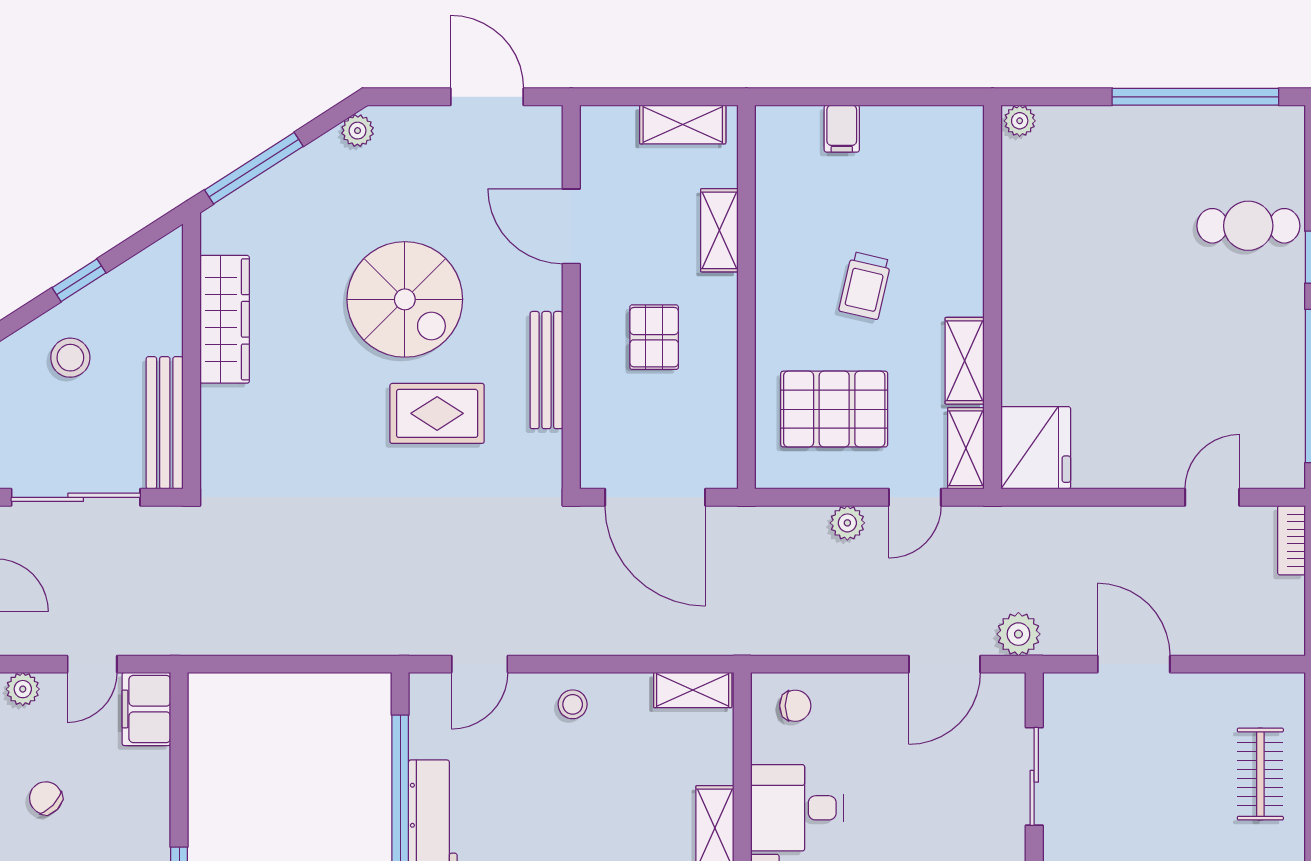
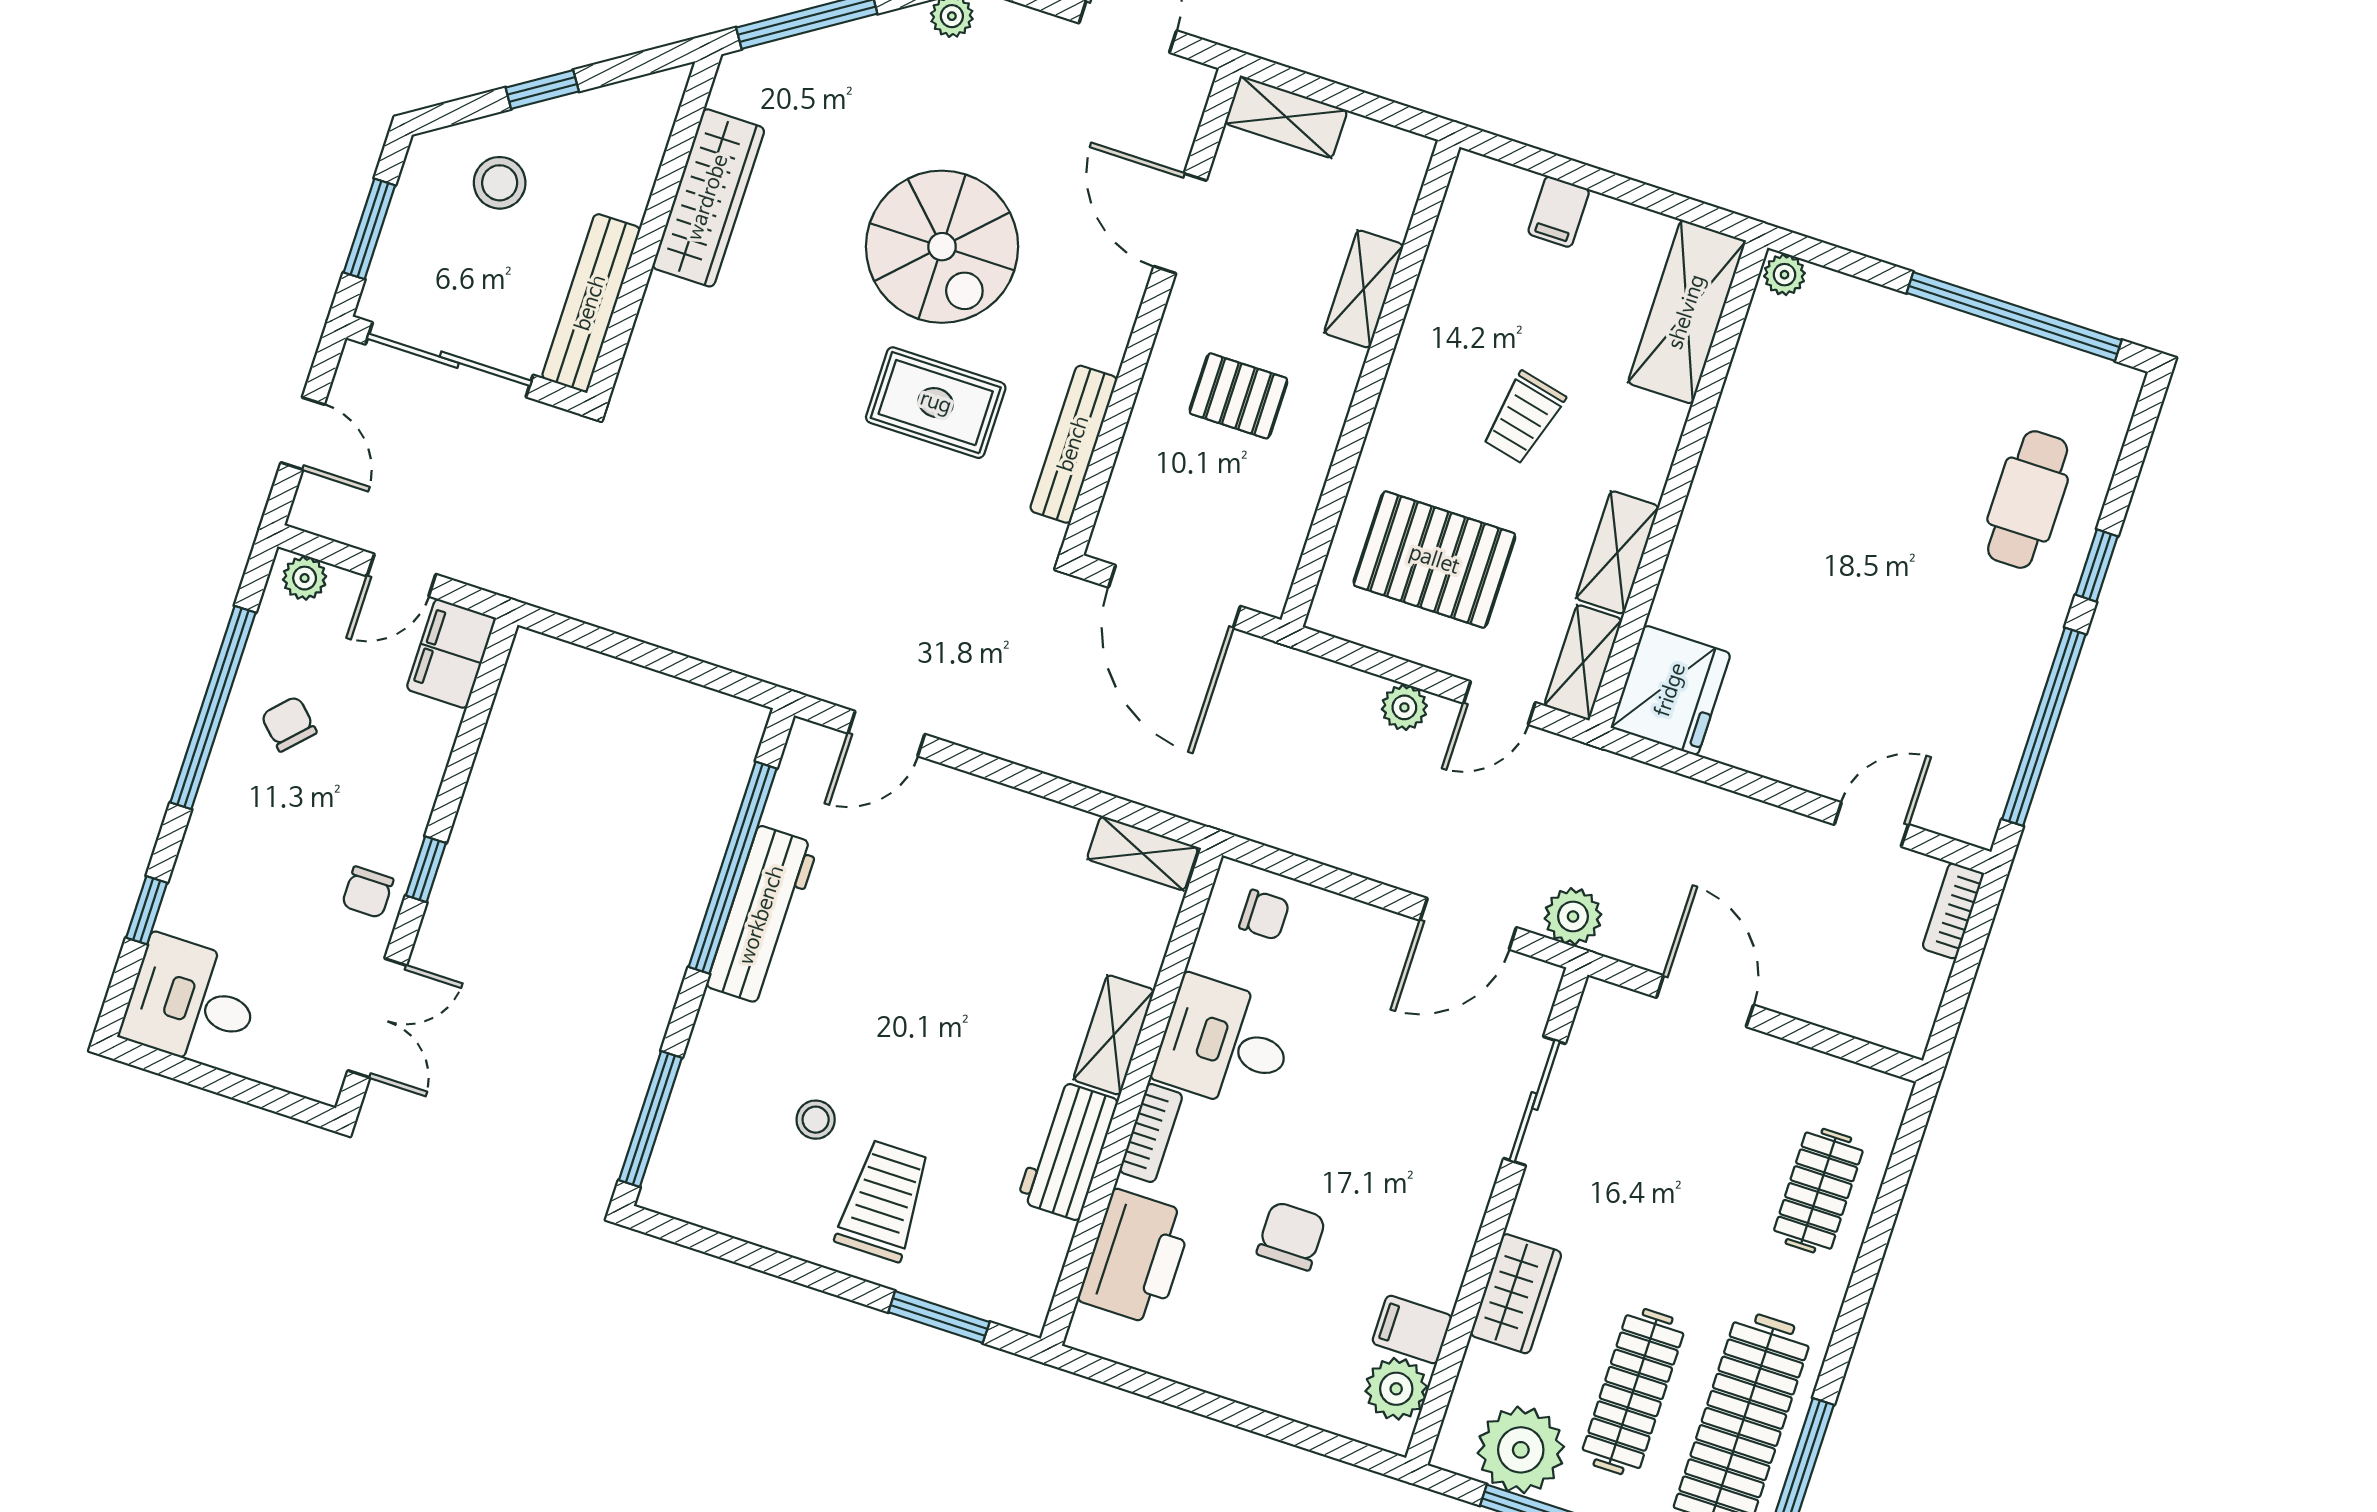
shelving: (683, 125) -> (1286, 117), moved
shelving: (958, 171) -> (1687, 312), added
cafe table: (1248, 226) -> (2028, 500), turned 90
pallet: (654, 337) -> (1238, 396), turned 90
bench: (546, 370) -> (1074, 444), moved
stool: (573, 704) -> (986, 822), removed

